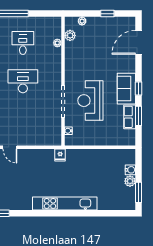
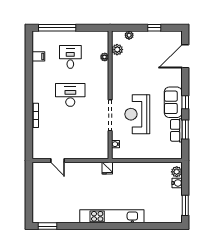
plant: (130, 181) -> (177, 172), moved

